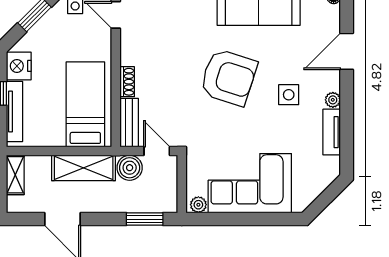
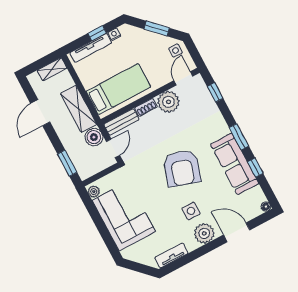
plant: (135, 50) -> (168, 102), added
nightstand: (19, 66) -> (114, 34), width x0.53, depth x0.56
plant: (333, 100) -> (204, 233), width x1.87, depth x1.87
tv unit: (332, 132) -> (171, 255), moved

